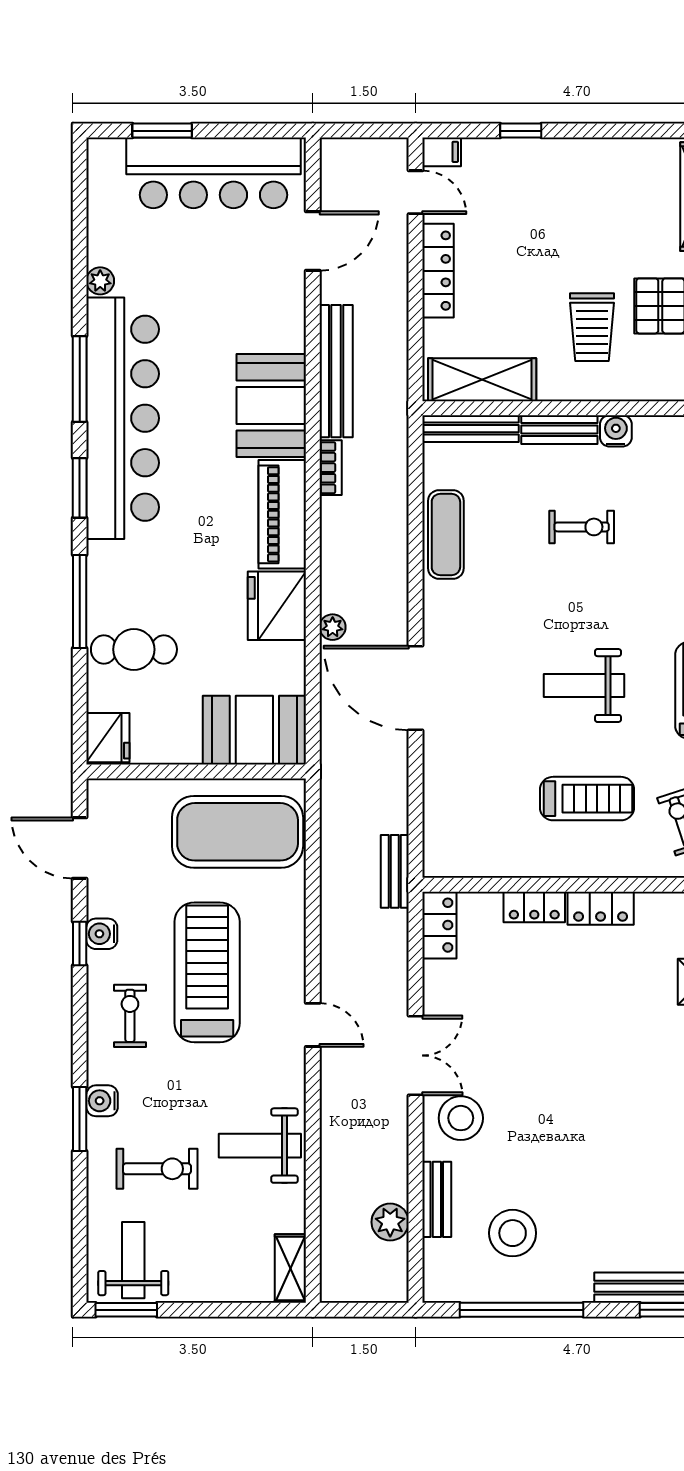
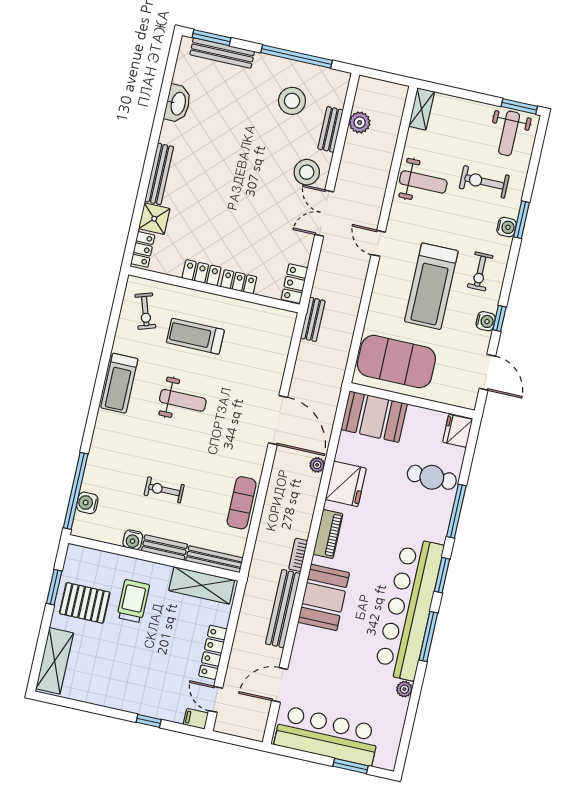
piano: (282, 514) -> (328, 534), width x0.73, depth x0.75

